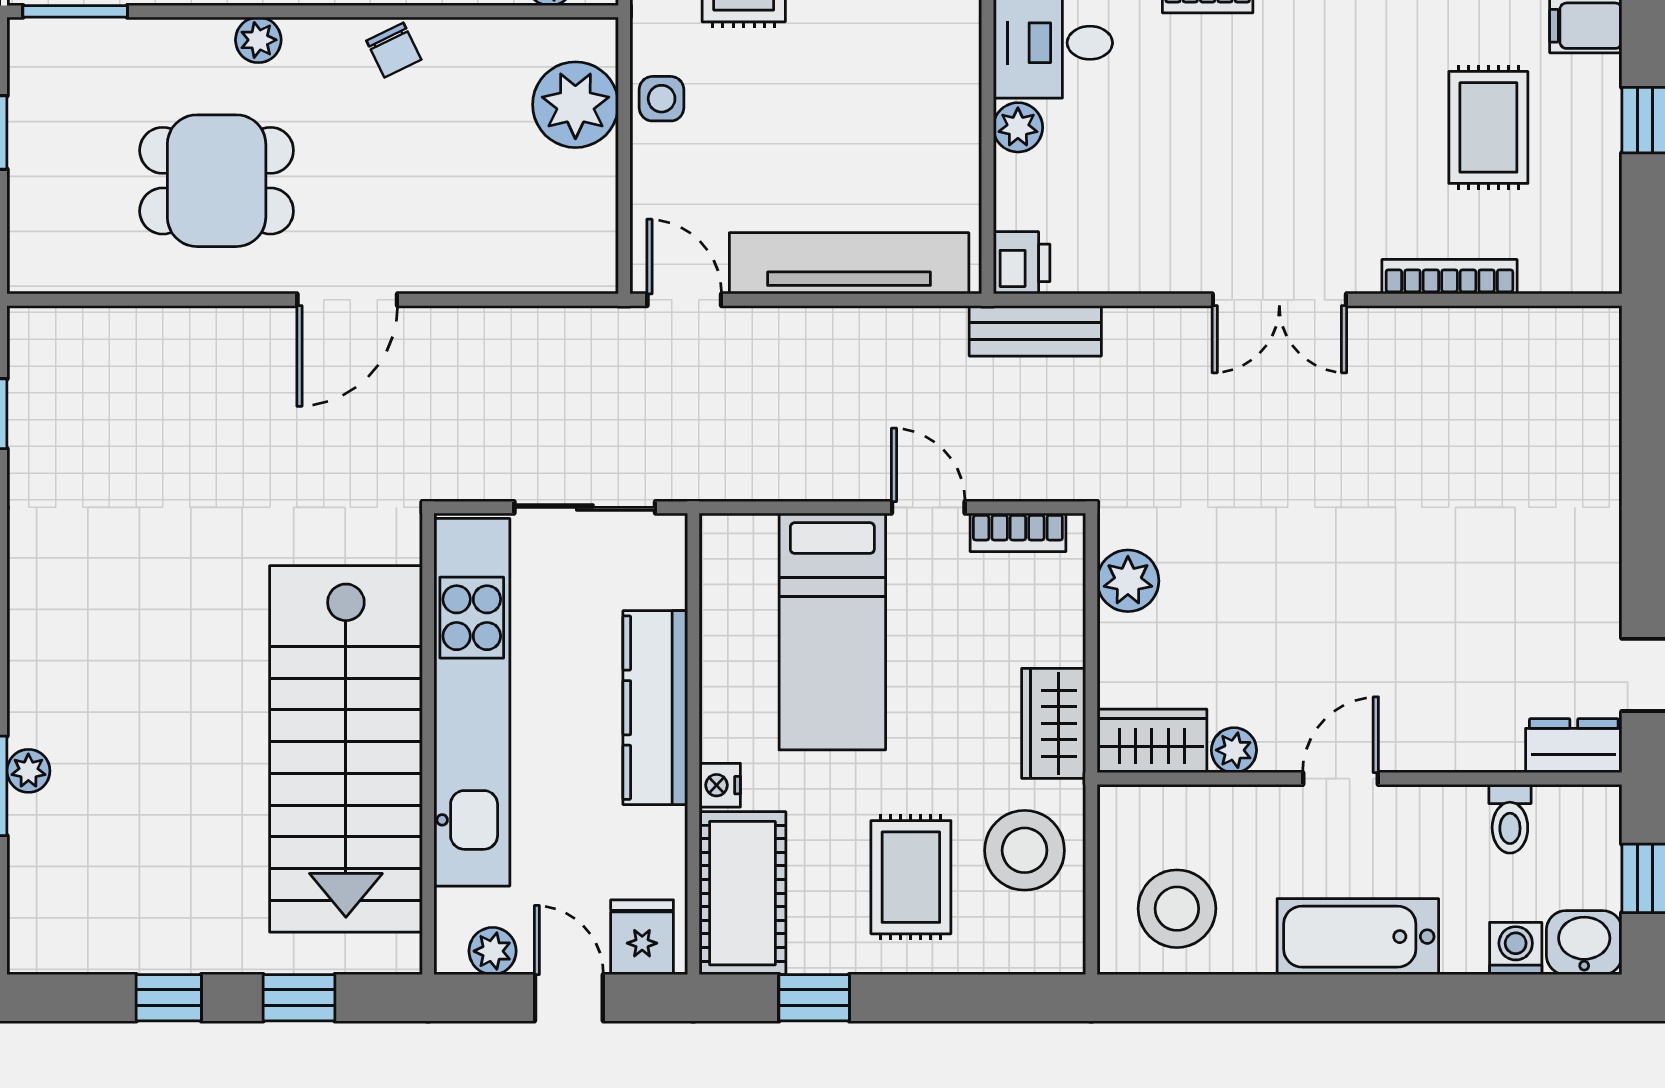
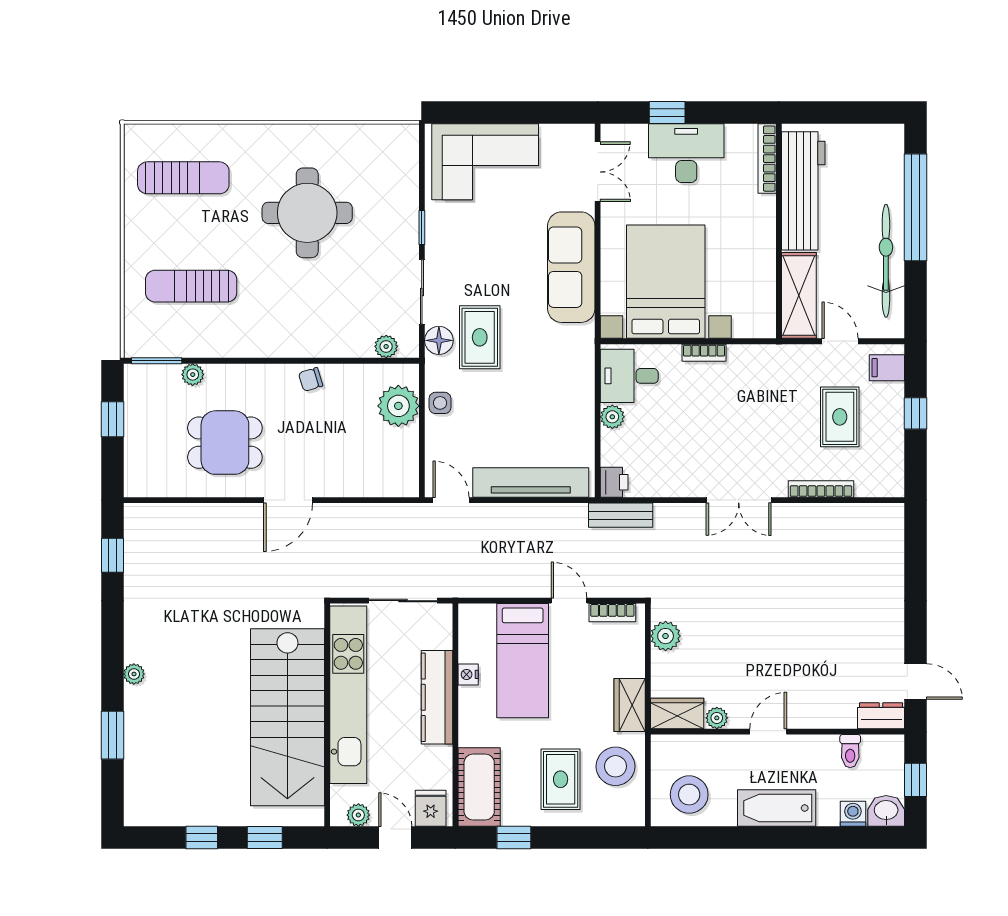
plant: (258, 40) -> (193, 375), moved
chair: (394, 50) -> (311, 379), turned 99
plant: (28, 771) -> (134, 674), moved
nightstand: (720, 785) -> (468, 674), moved

